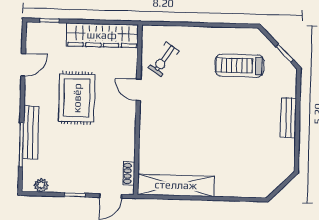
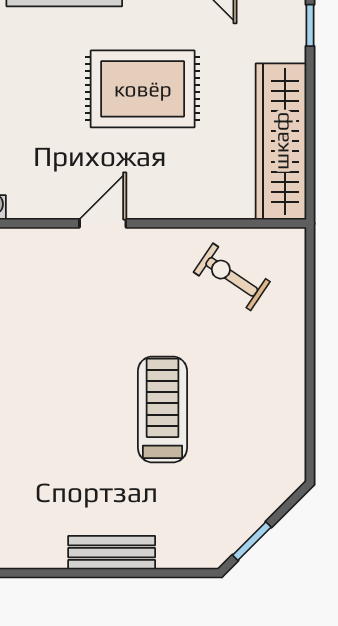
treadmill: (240, 66) -> (163, 409), moved
door: (138, 90) -> (103, 223), moved

